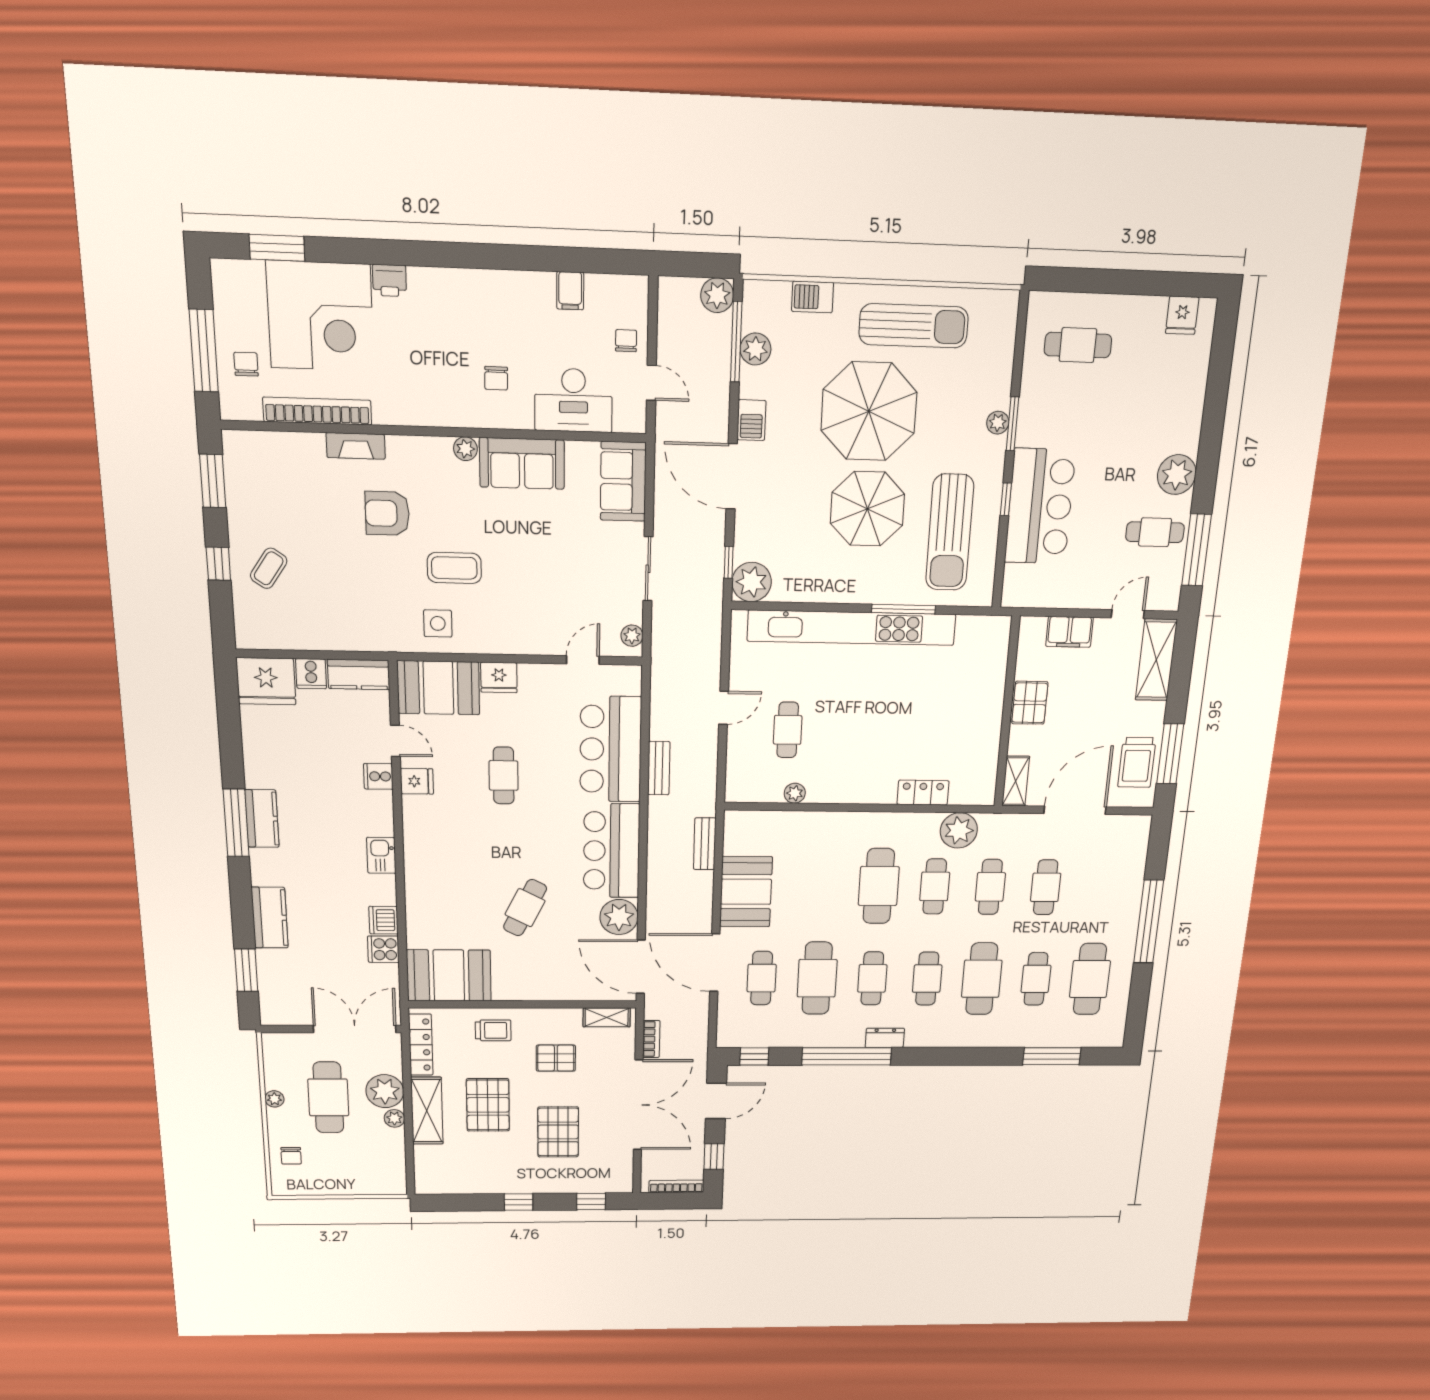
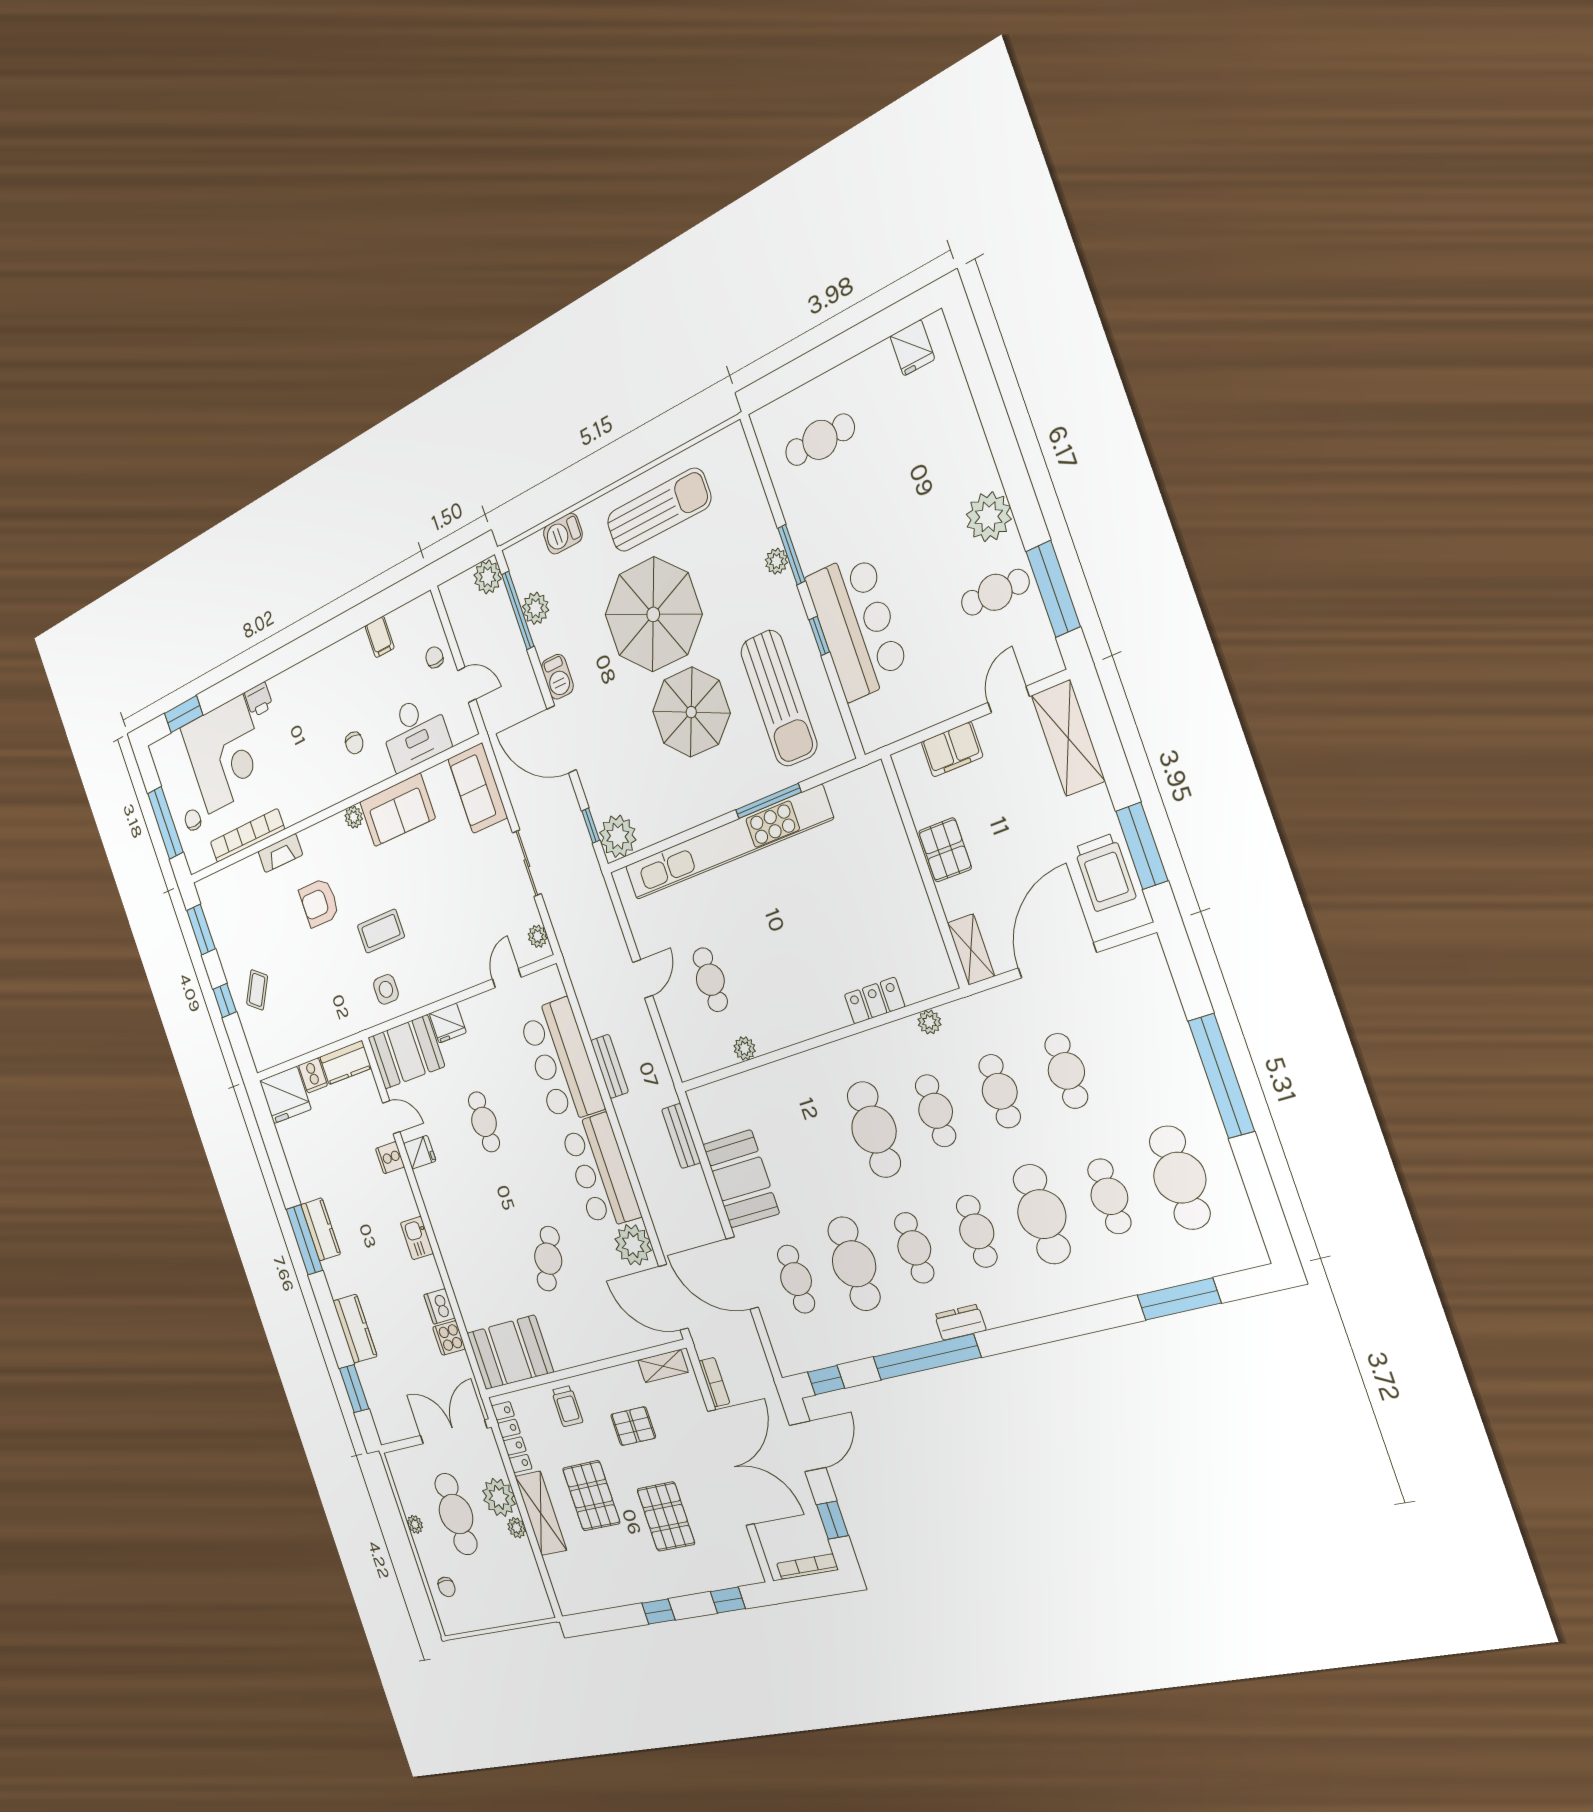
plant: (959, 830) -> (929, 1022), width x0.53, depth x0.53
trolley: (493, 1030) -> (567, 1406), turned 90

